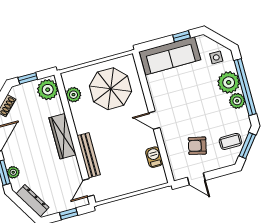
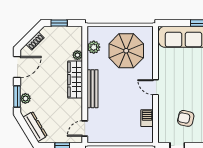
plant: (48, 90) -> (77, 55), moved, width x0.53, depth x0.53
bench: (89, 155) -> (93, 89), moved

